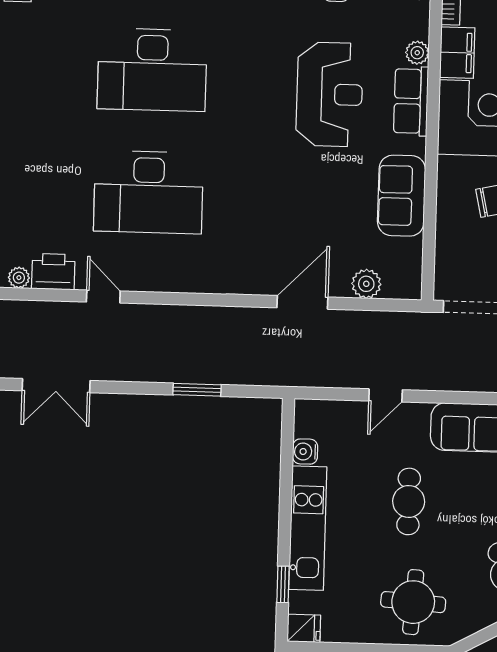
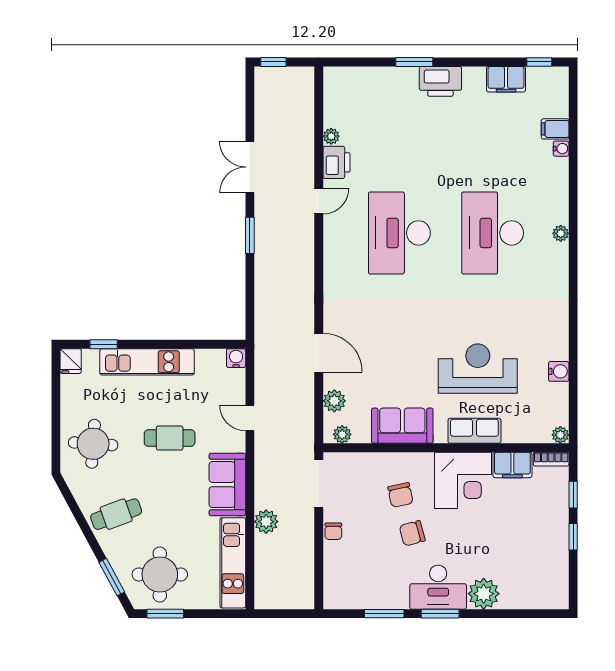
plant: (417, 53) -> (342, 434), moved
reception desk: (329, 94) -> (478, 369), turned 180
window: (197, 390) -> (250, 235), moved
water cooler: (305, 452) -> (236, 358), moved

